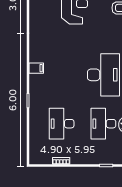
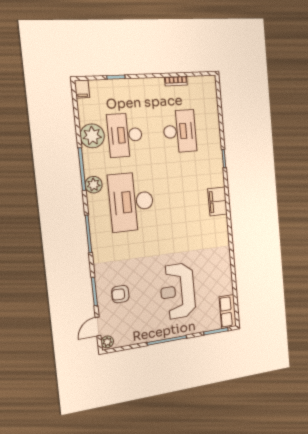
filing cabinet: (36, 68) -> (217, 202), width x2.00
desk: (103, 124) -> (125, 135), turned 180

